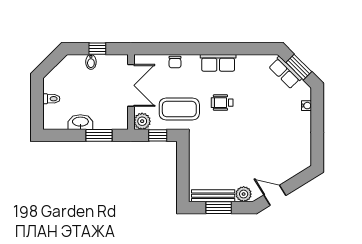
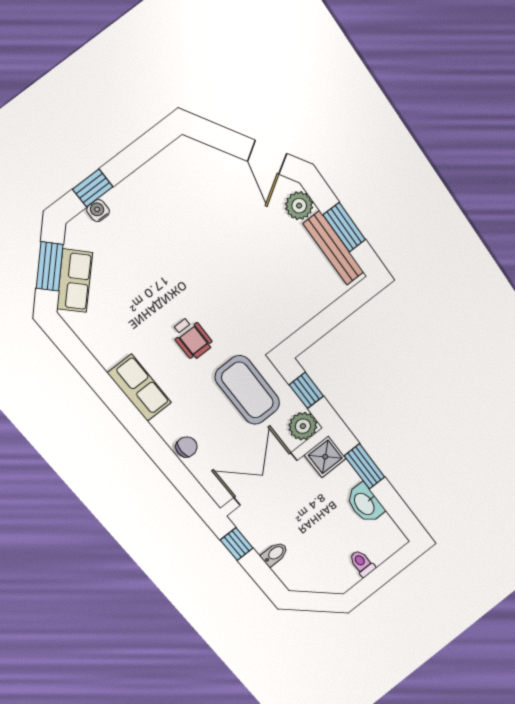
window: (97, 49) -> (237, 544), moved
window: (317, 111) -> (93, 188), added
shower: (119, 121) -> (325, 457), added

